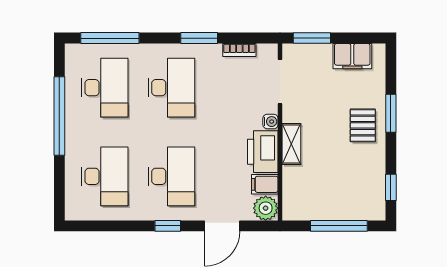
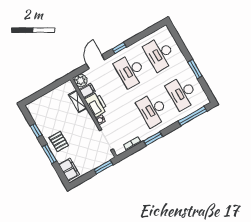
filing cabinet: (352, 56) -> (69, 169), moved, turned 90
window: (59, 116) -> (195, 69), width x0.47
shelving: (291, 144) -> (78, 101), moved
window: (391, 187) -> (36, 130), moved
window: (339, 226) -> (44, 91), removed

